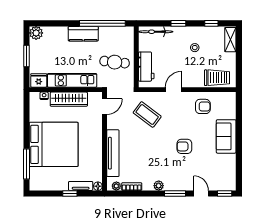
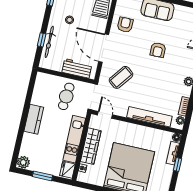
window: (102, 23) -> (28, 100), removed
window: (178, 23) -> (42, 40), moved
bicycle: (156, 32) -> (49, 42), moved
door: (173, 90) -> (104, 48), width x1.87

